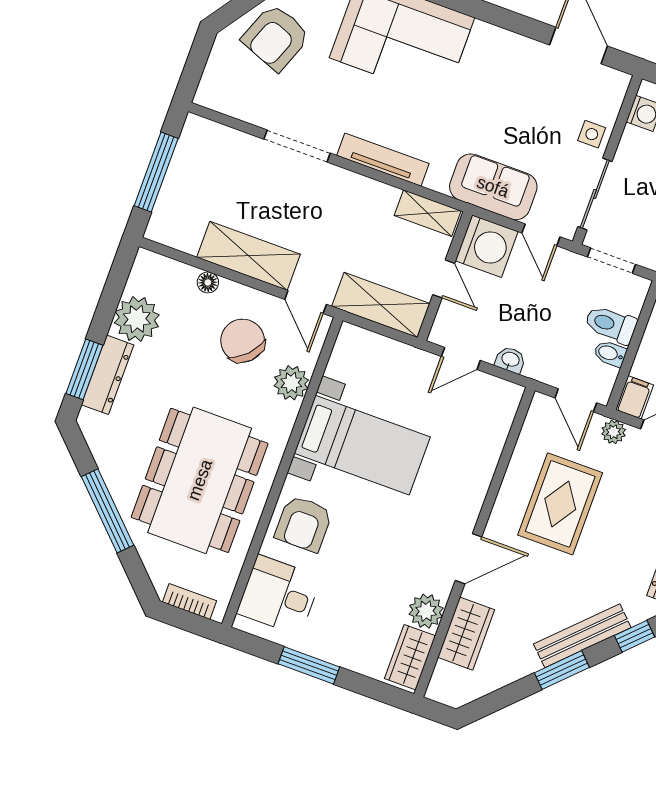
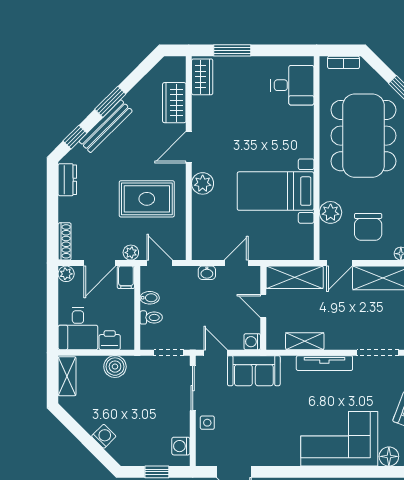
shelving: (428, 213) -> (305, 341), moved
washing machine: (487, 246) -> (252, 342), width x0.53, depth x0.53
door: (306, 302) -> (339, 263), swing flipped
toilet: (611, 324) -> (151, 317), width x0.73, depth x0.72
chair: (243, 341) -> (368, 227), turned 46
rug: (560, 504) -> (147, 199), turned 90
armchair: (304, 524) -> (293, 132), removed
plant: (426, 611) -> (203, 183), moved
window: (309, 665) -> (232, 50), moved

